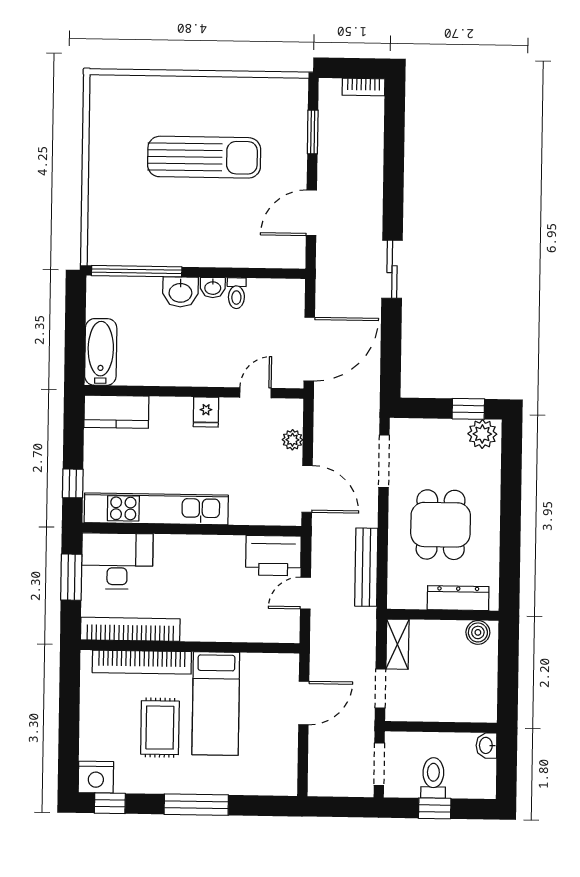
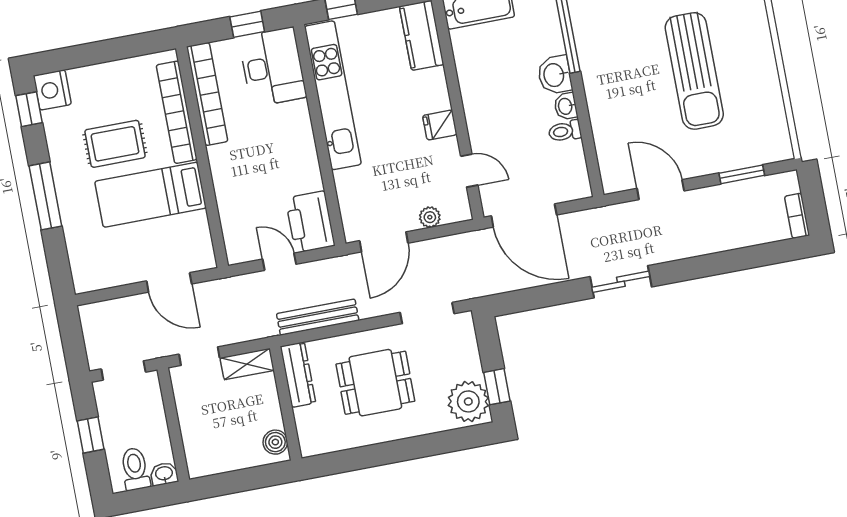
plant: (482, 434) -> (468, 401), width x1.36, depth x1.36
window: (71, 577) -> (247, 24), width x0.67
dresser: (458, 598) -> (298, 375), moved
toilet: (433, 778) -> (135, 469), moved, turned -90

